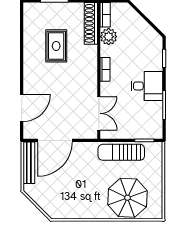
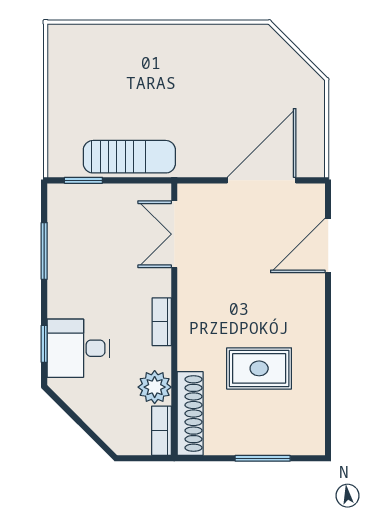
rug: (56, 46) -> (259, 368), turned 90
desk: (147, 86) -> (79, 348), moved
bench: (29, 163) -> (313, 136), removed
parasol: (127, 198) -> (117, 66), removed

